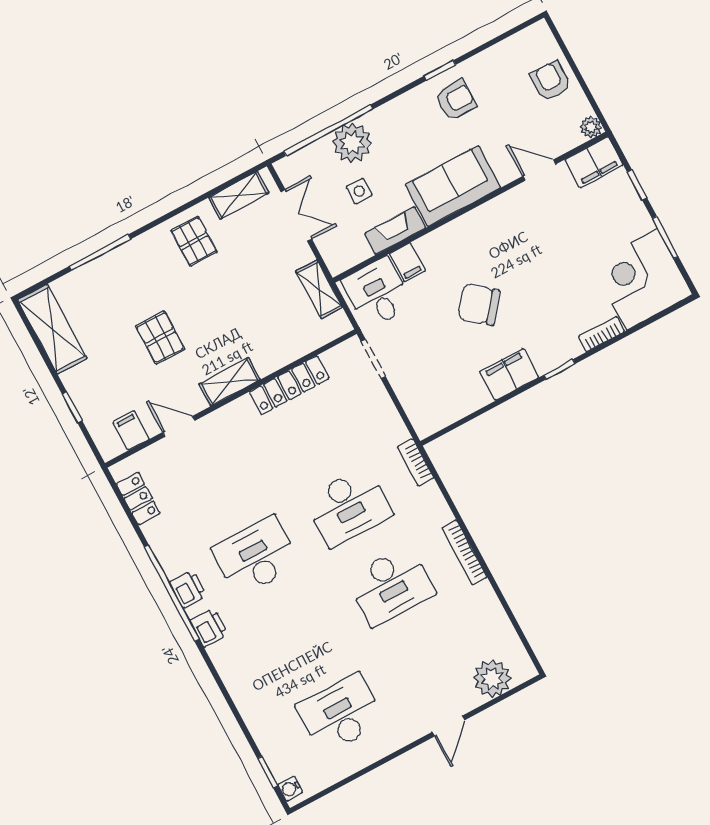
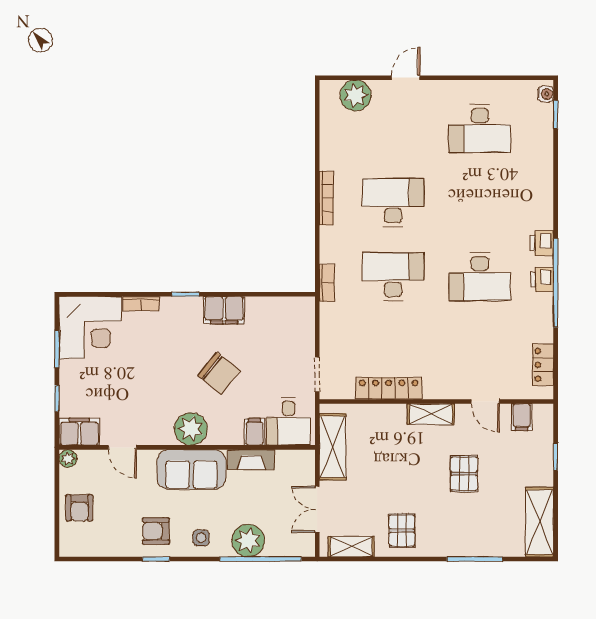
side table: (359, 191) -> (201, 538), moved
plant: (477, 229) -> (191, 429), added
shelving: (319, 289) -> (333, 447), width x1.50, depth x1.33

